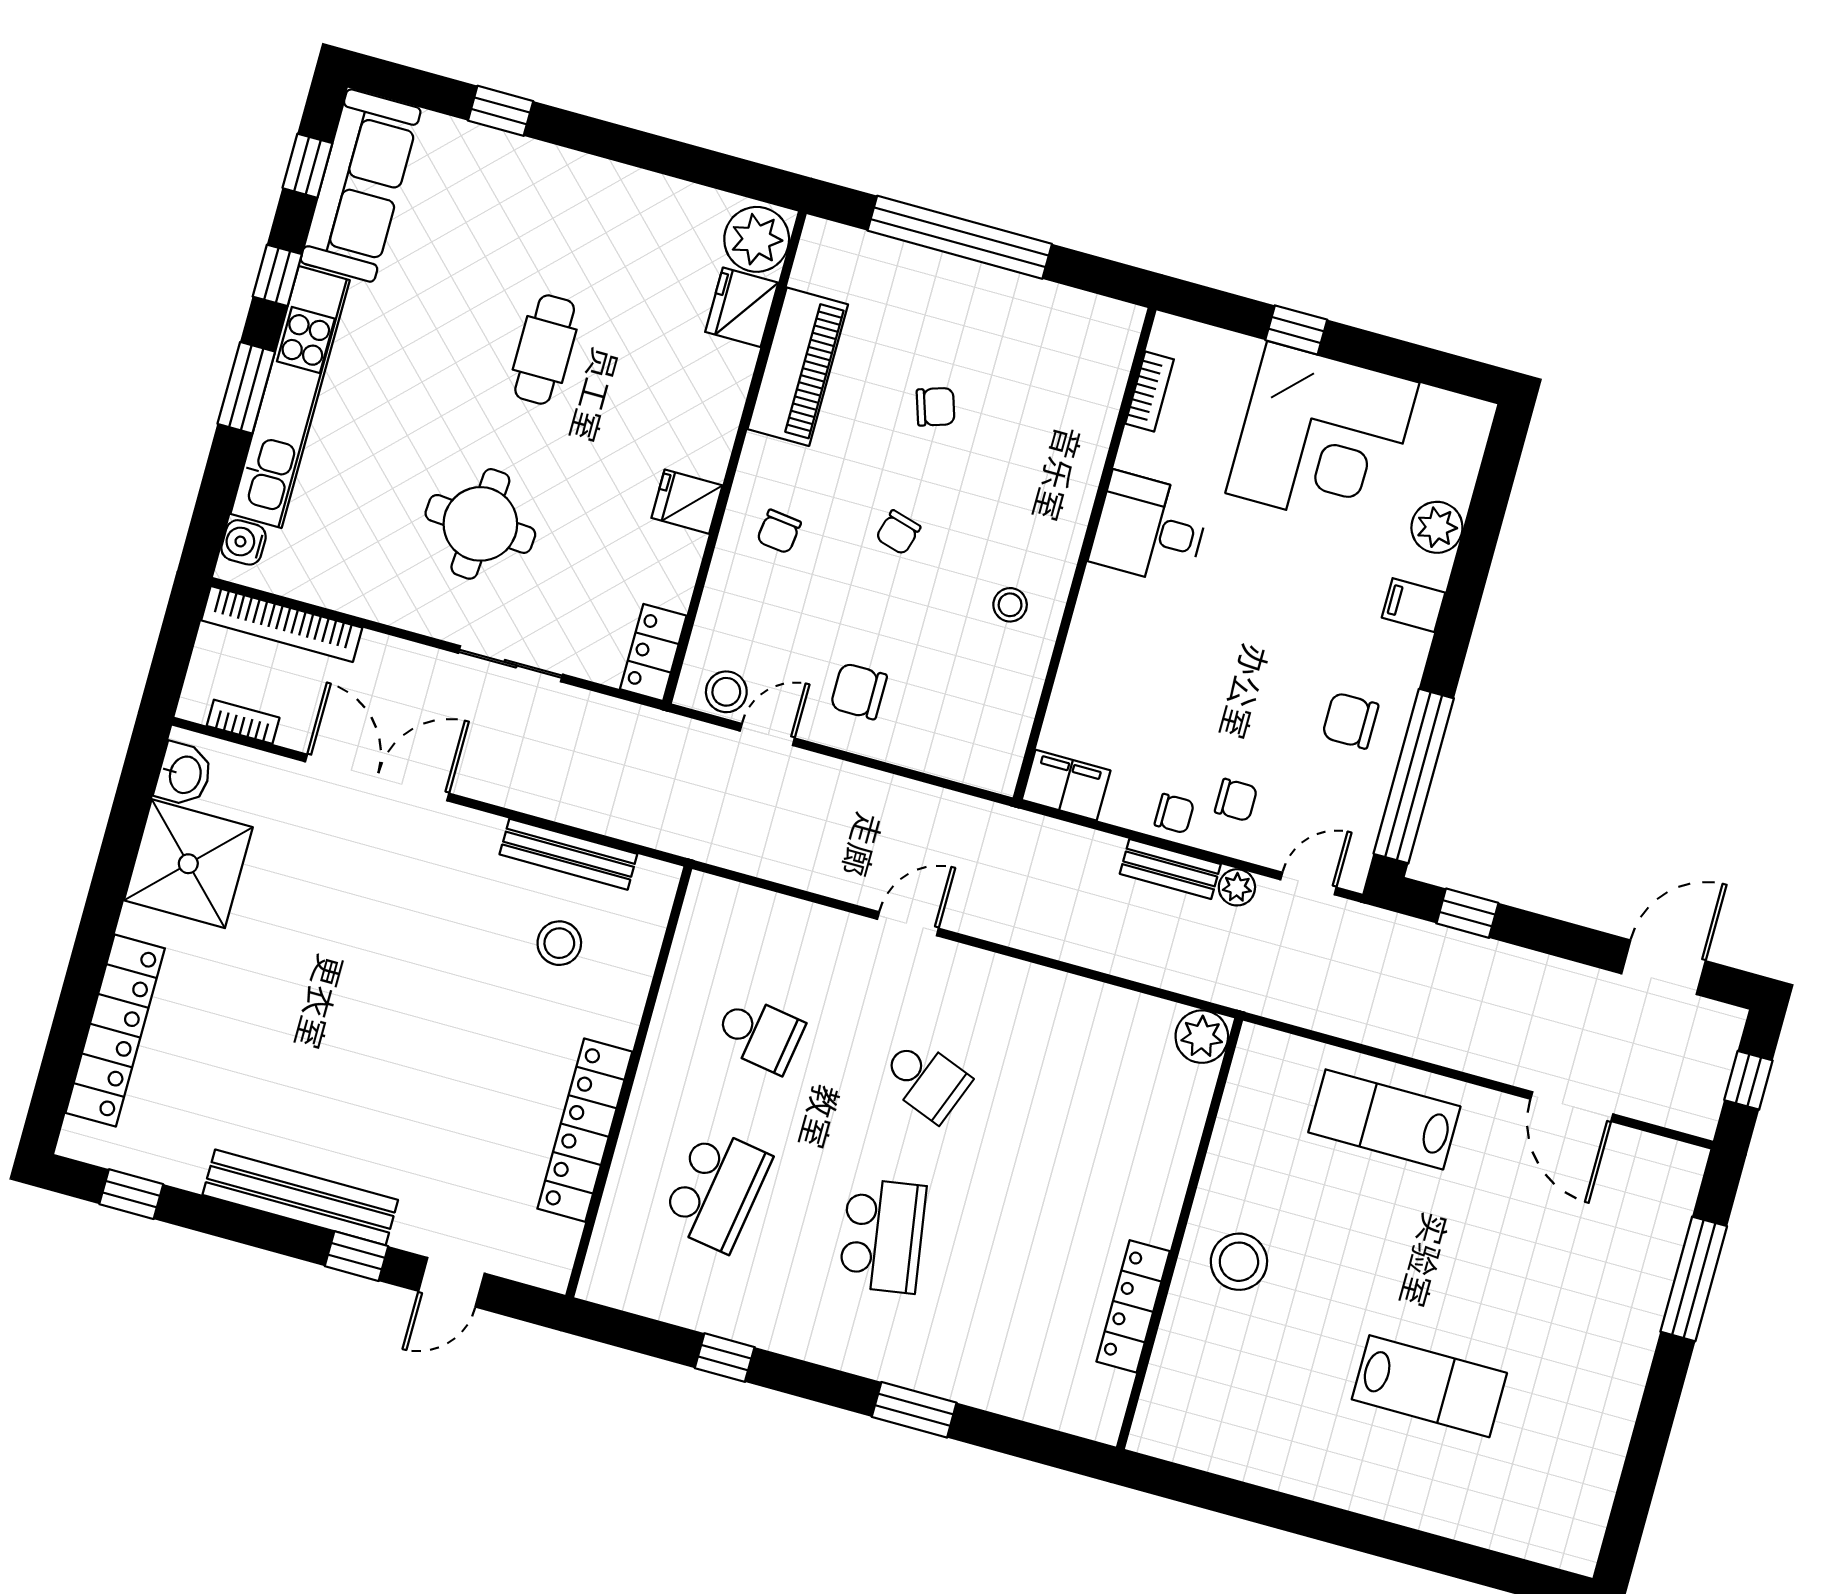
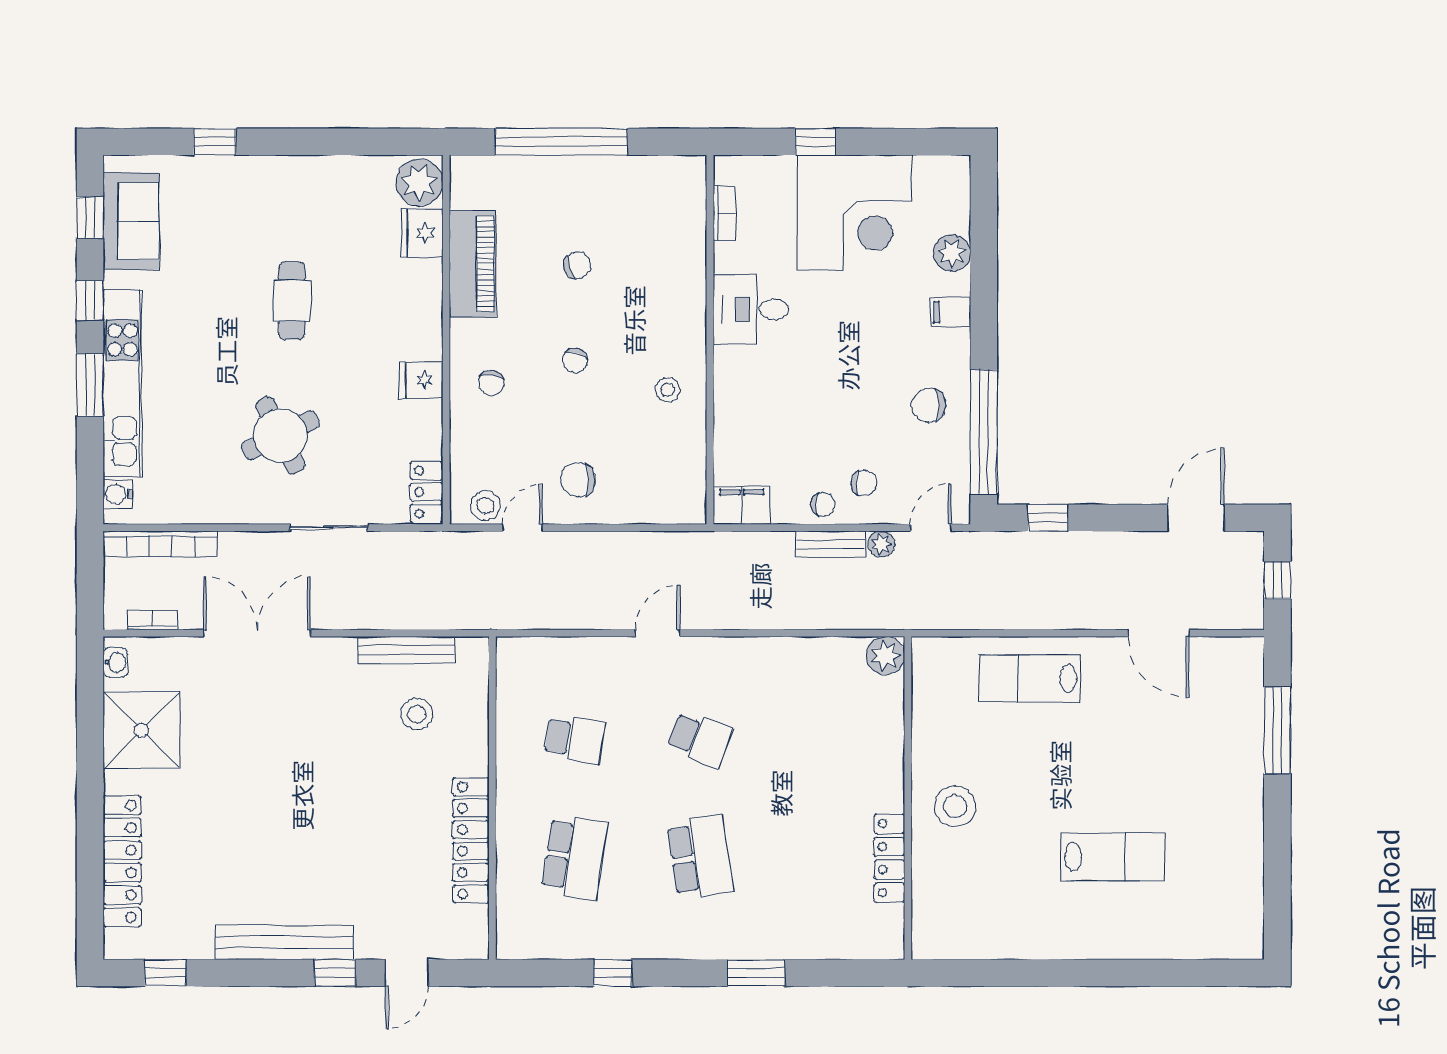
sofa: (361, 186) -> (131, 221), width x0.73
round table: (480, 524) -> (280, 435), turned -30
washbasin: (184, 774) -> (115, 663), width x0.72, depth x0.69

